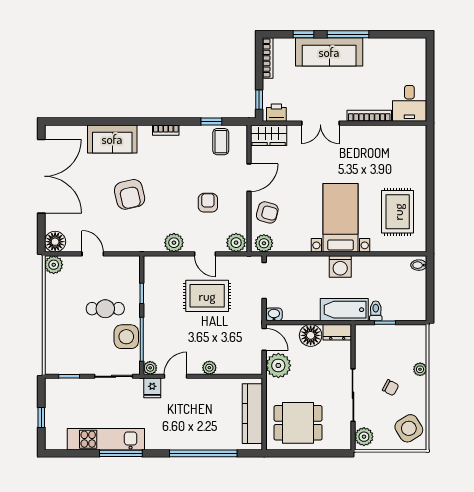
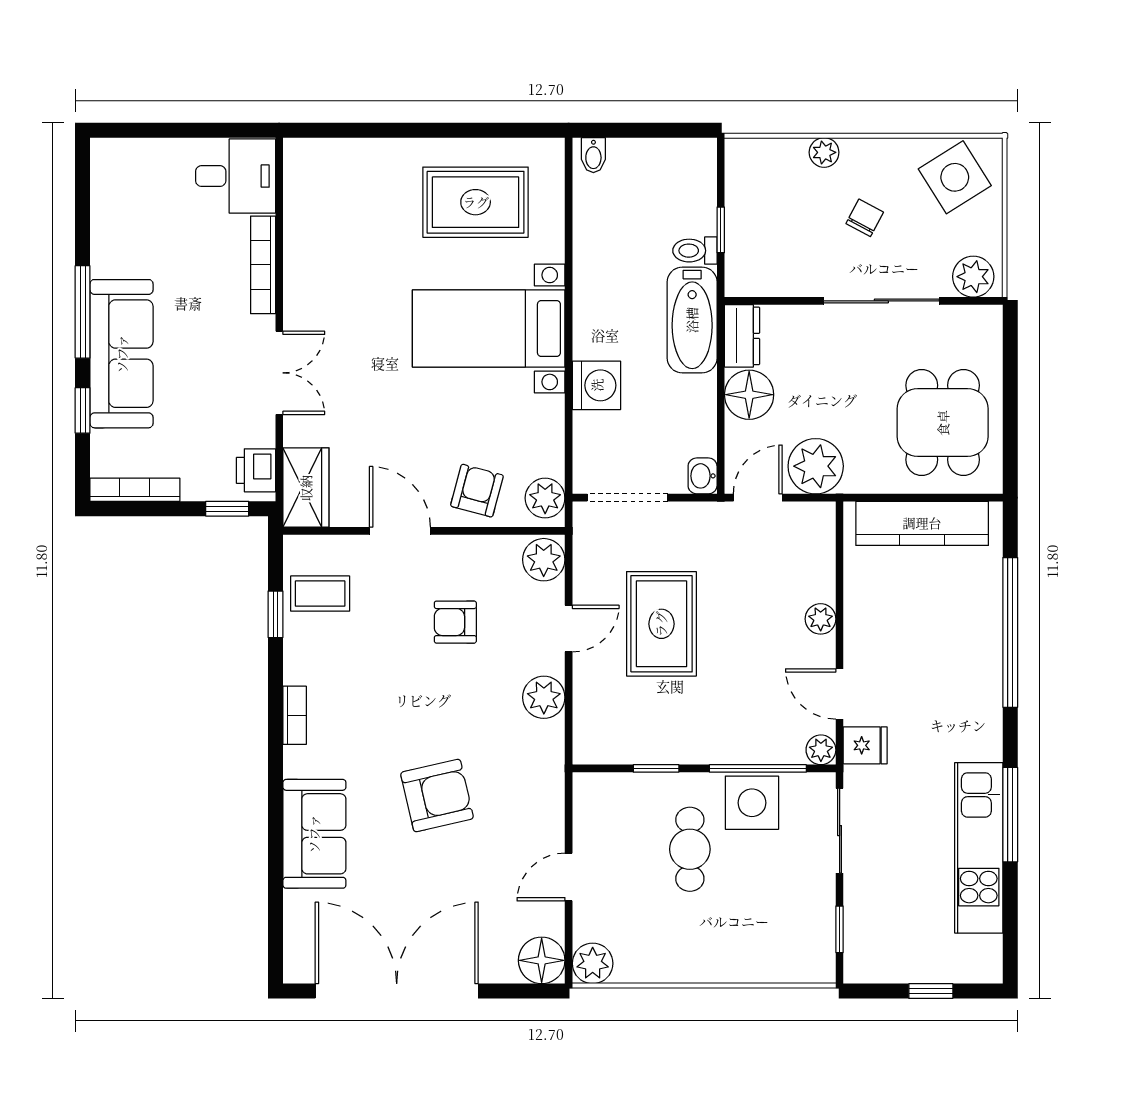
washing machine: (340, 266) -> (597, 385), moved

